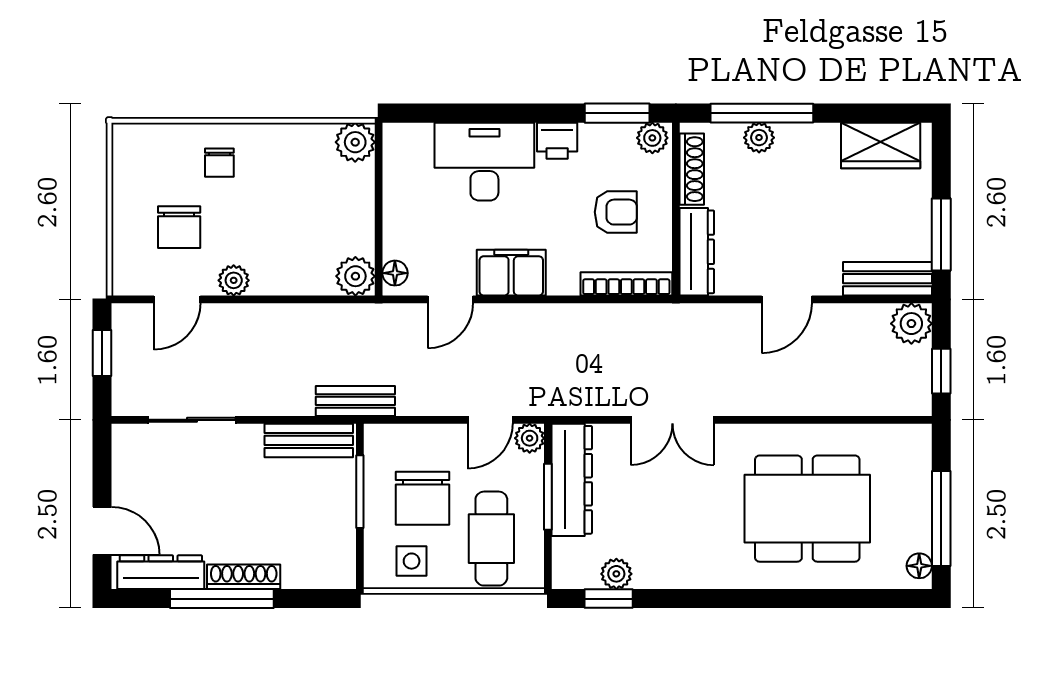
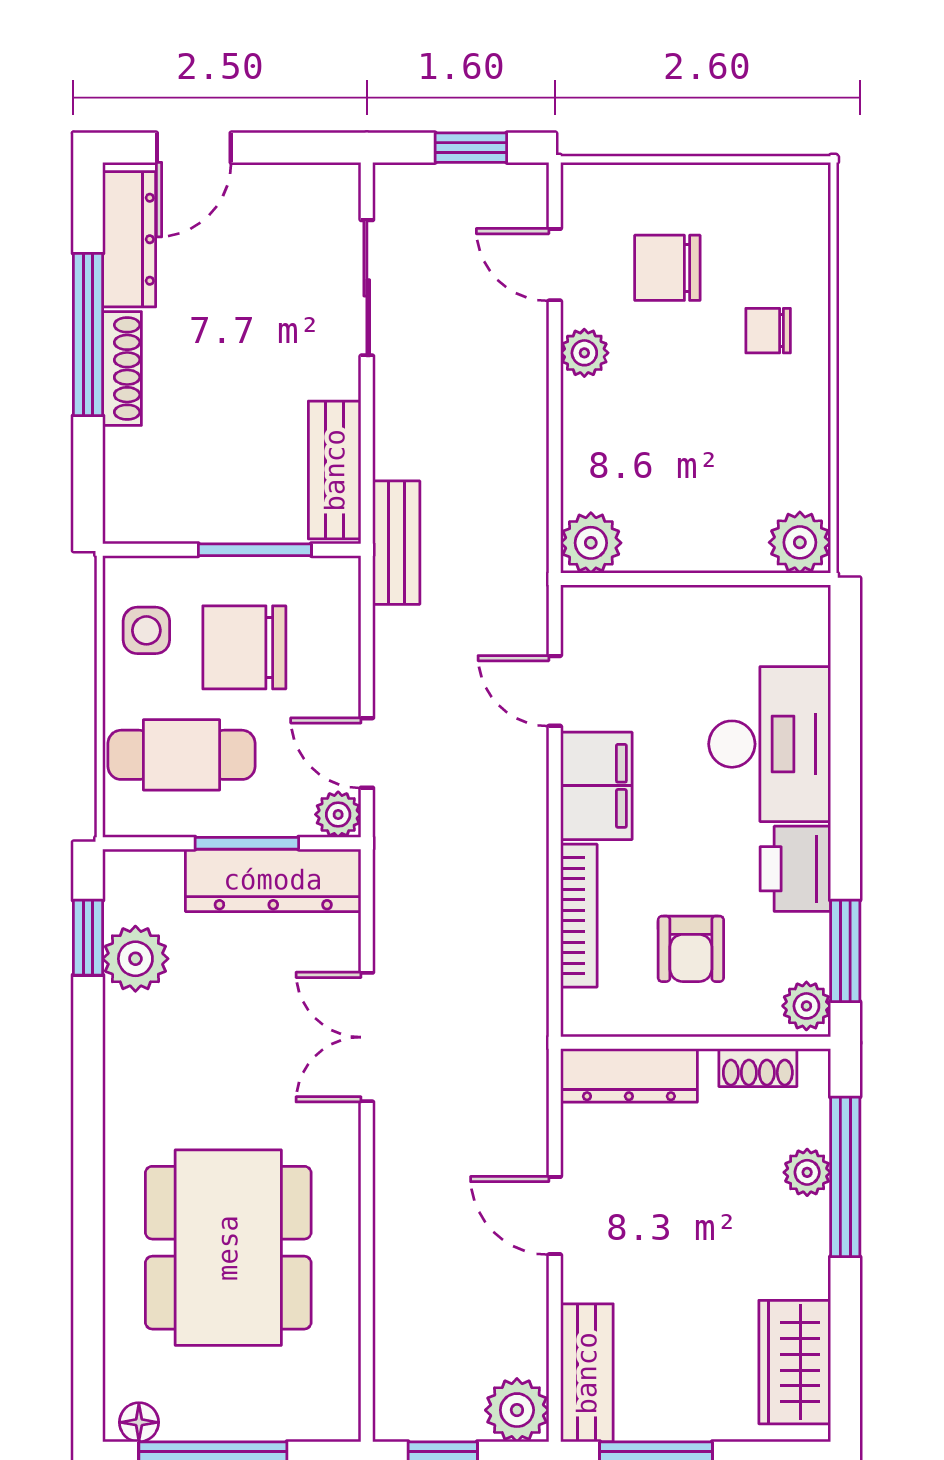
printer: (557, 141) -> (795, 869), width x1.36, depth x1.24
shoe rack: (692, 169) -> (758, 1068), width x0.70
floor lamp: (395, 273) -> (596, 605), removed
bookcase: (626, 284) -> (579, 916), moved
plant: (616, 574) -> (135, 959), width x1.38, depth x1.38

